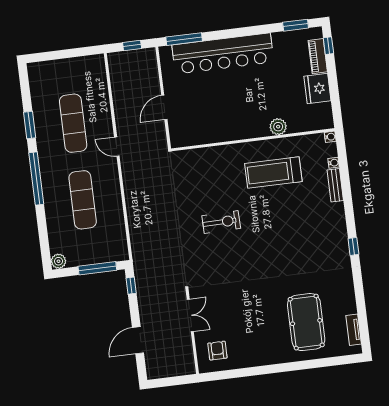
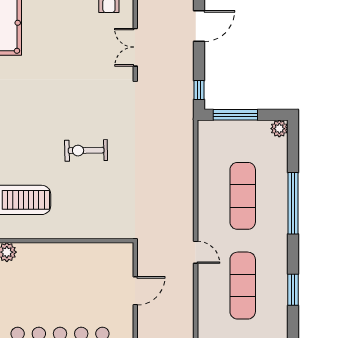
window: (36, 178) -> (293, 203), moved

